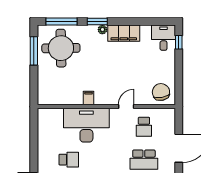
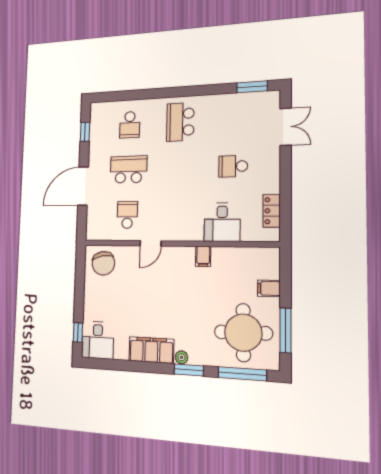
filing cabinet: (44, 78) -> (269, 288), added
desk: (86, 125) -> (222, 222), width x0.53, depth x0.77
locker: (43, 129) -> (272, 211), added

